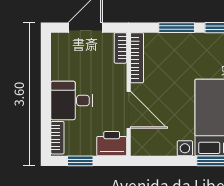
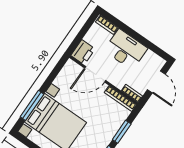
desk: (72, 100) -> (126, 49), width x1.37
window: (80, 161) -> (85, 28), removed

